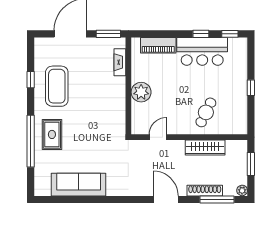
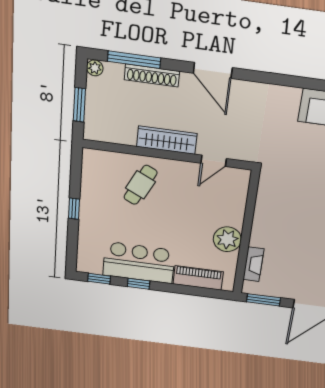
plant: (141, 92) -> (227, 239), moved
wardrobe: (205, 148) -> (167, 140), moved

